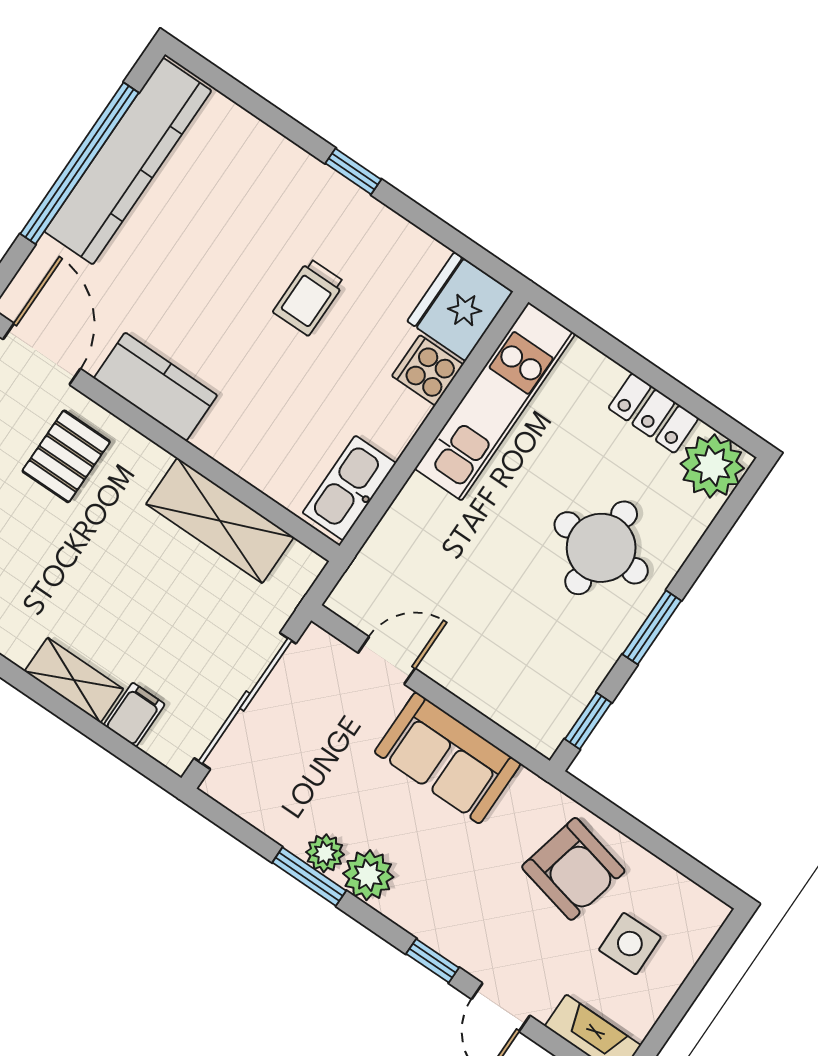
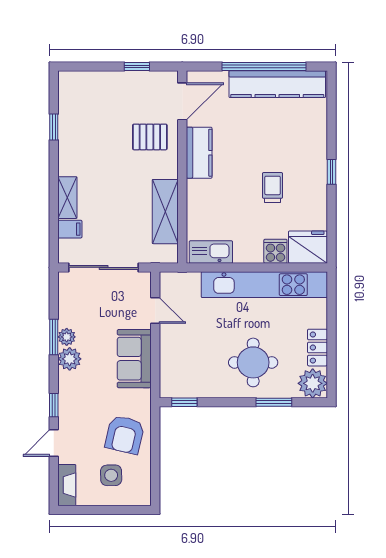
trolley: (309, 297) -> (273, 188), turned 90
kitchen unit: (495, 401) -> (264, 285), width x1.36
window: (652, 627) -> (274, 402), moved

